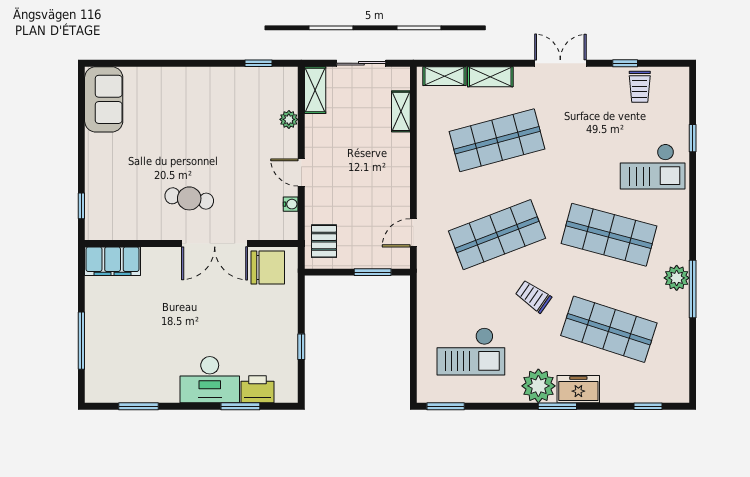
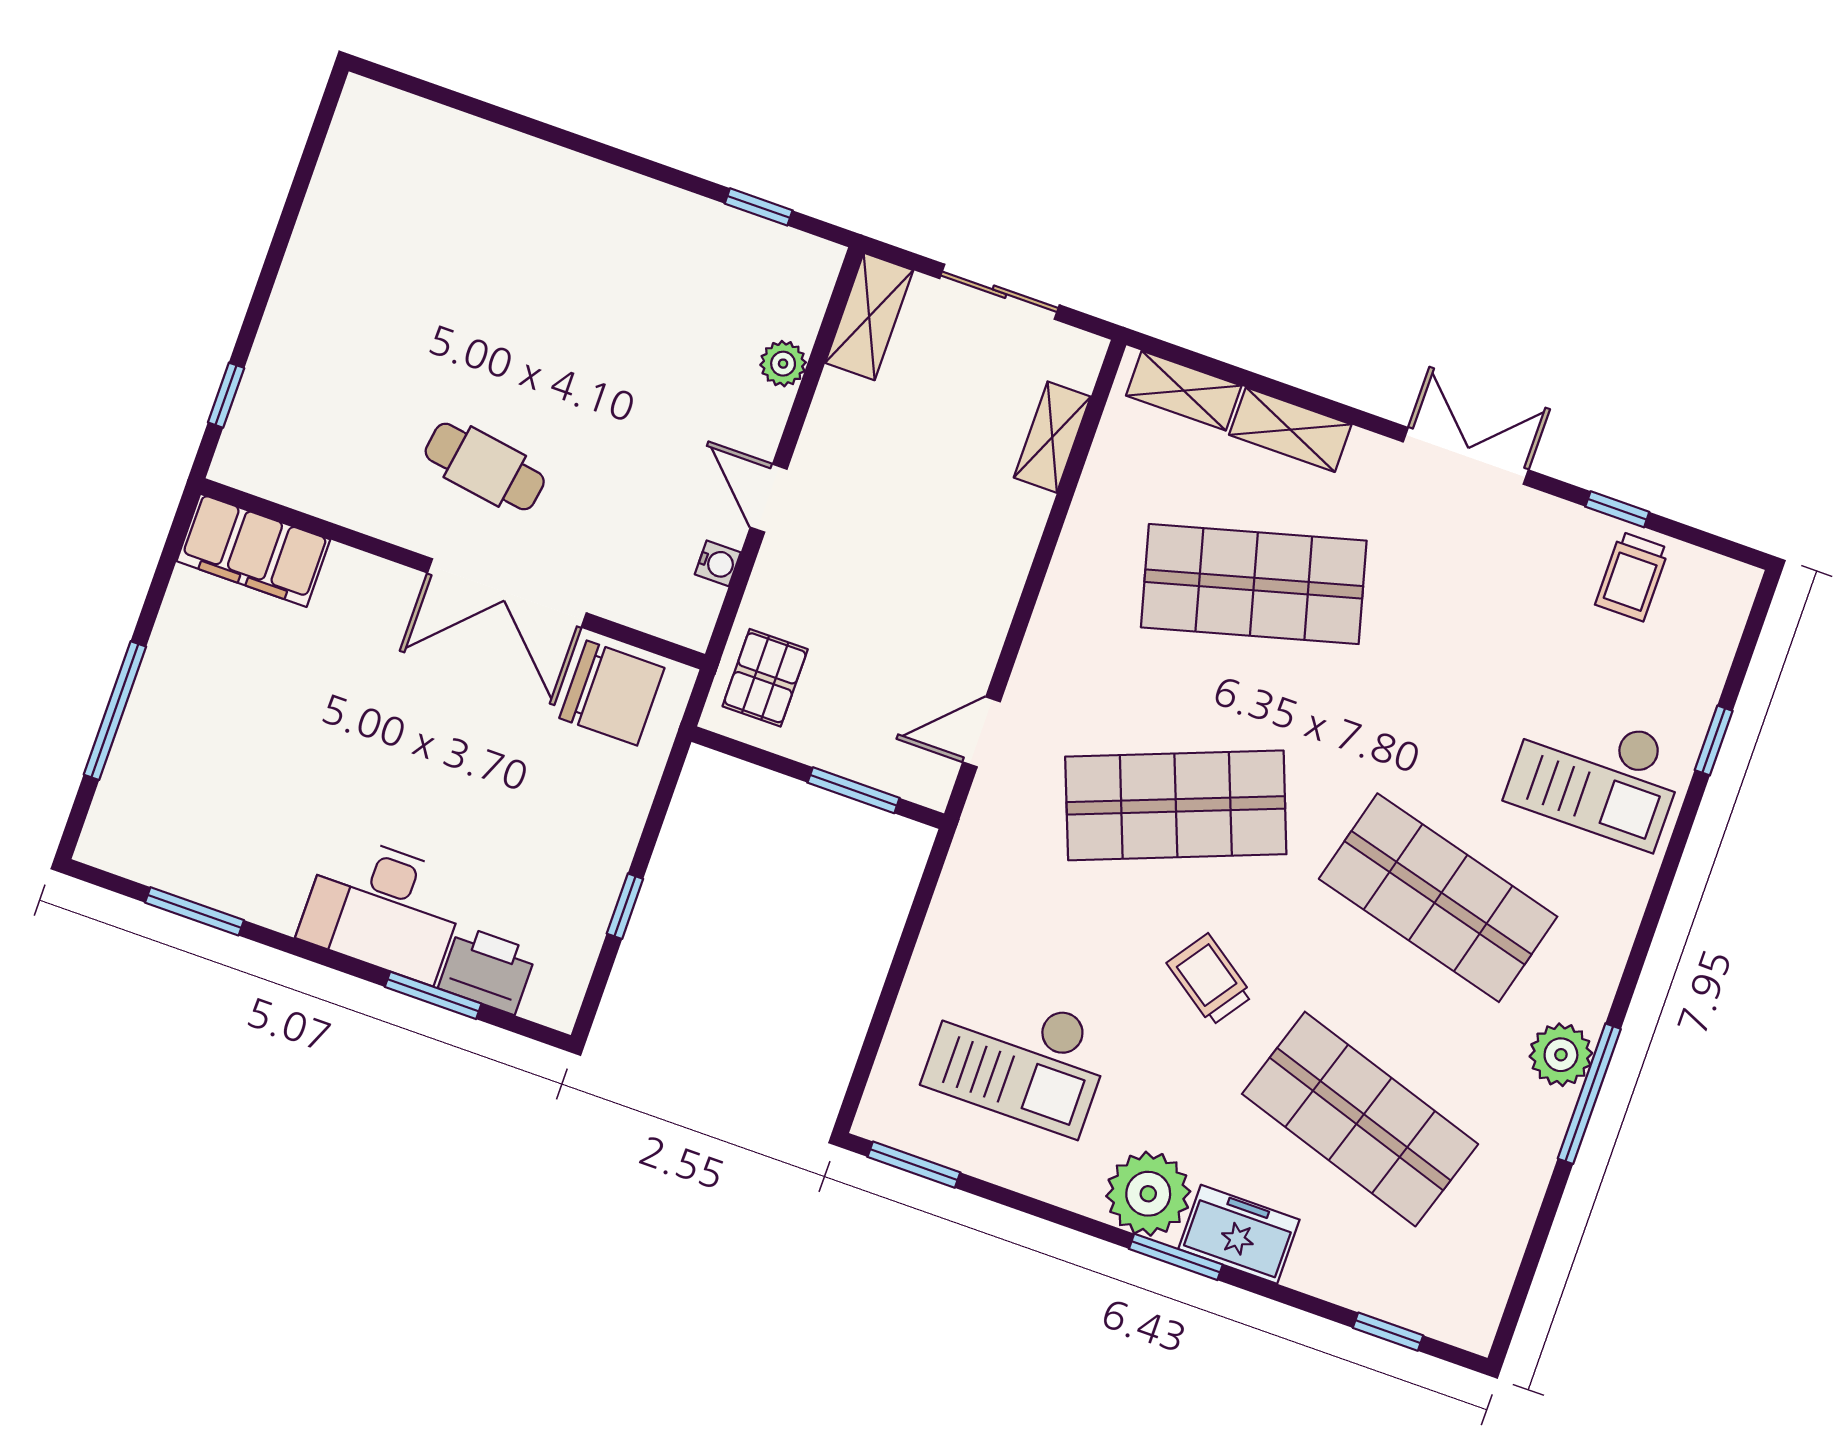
sofa: (104, 99) -> (366, 164), removed

